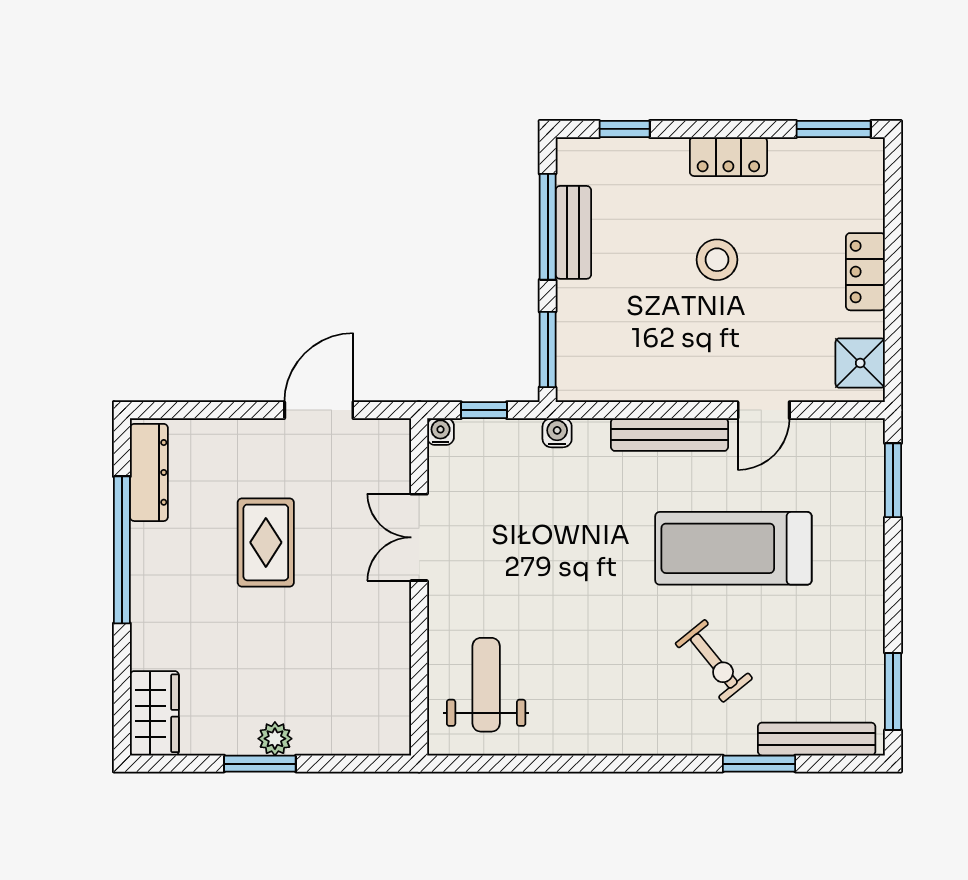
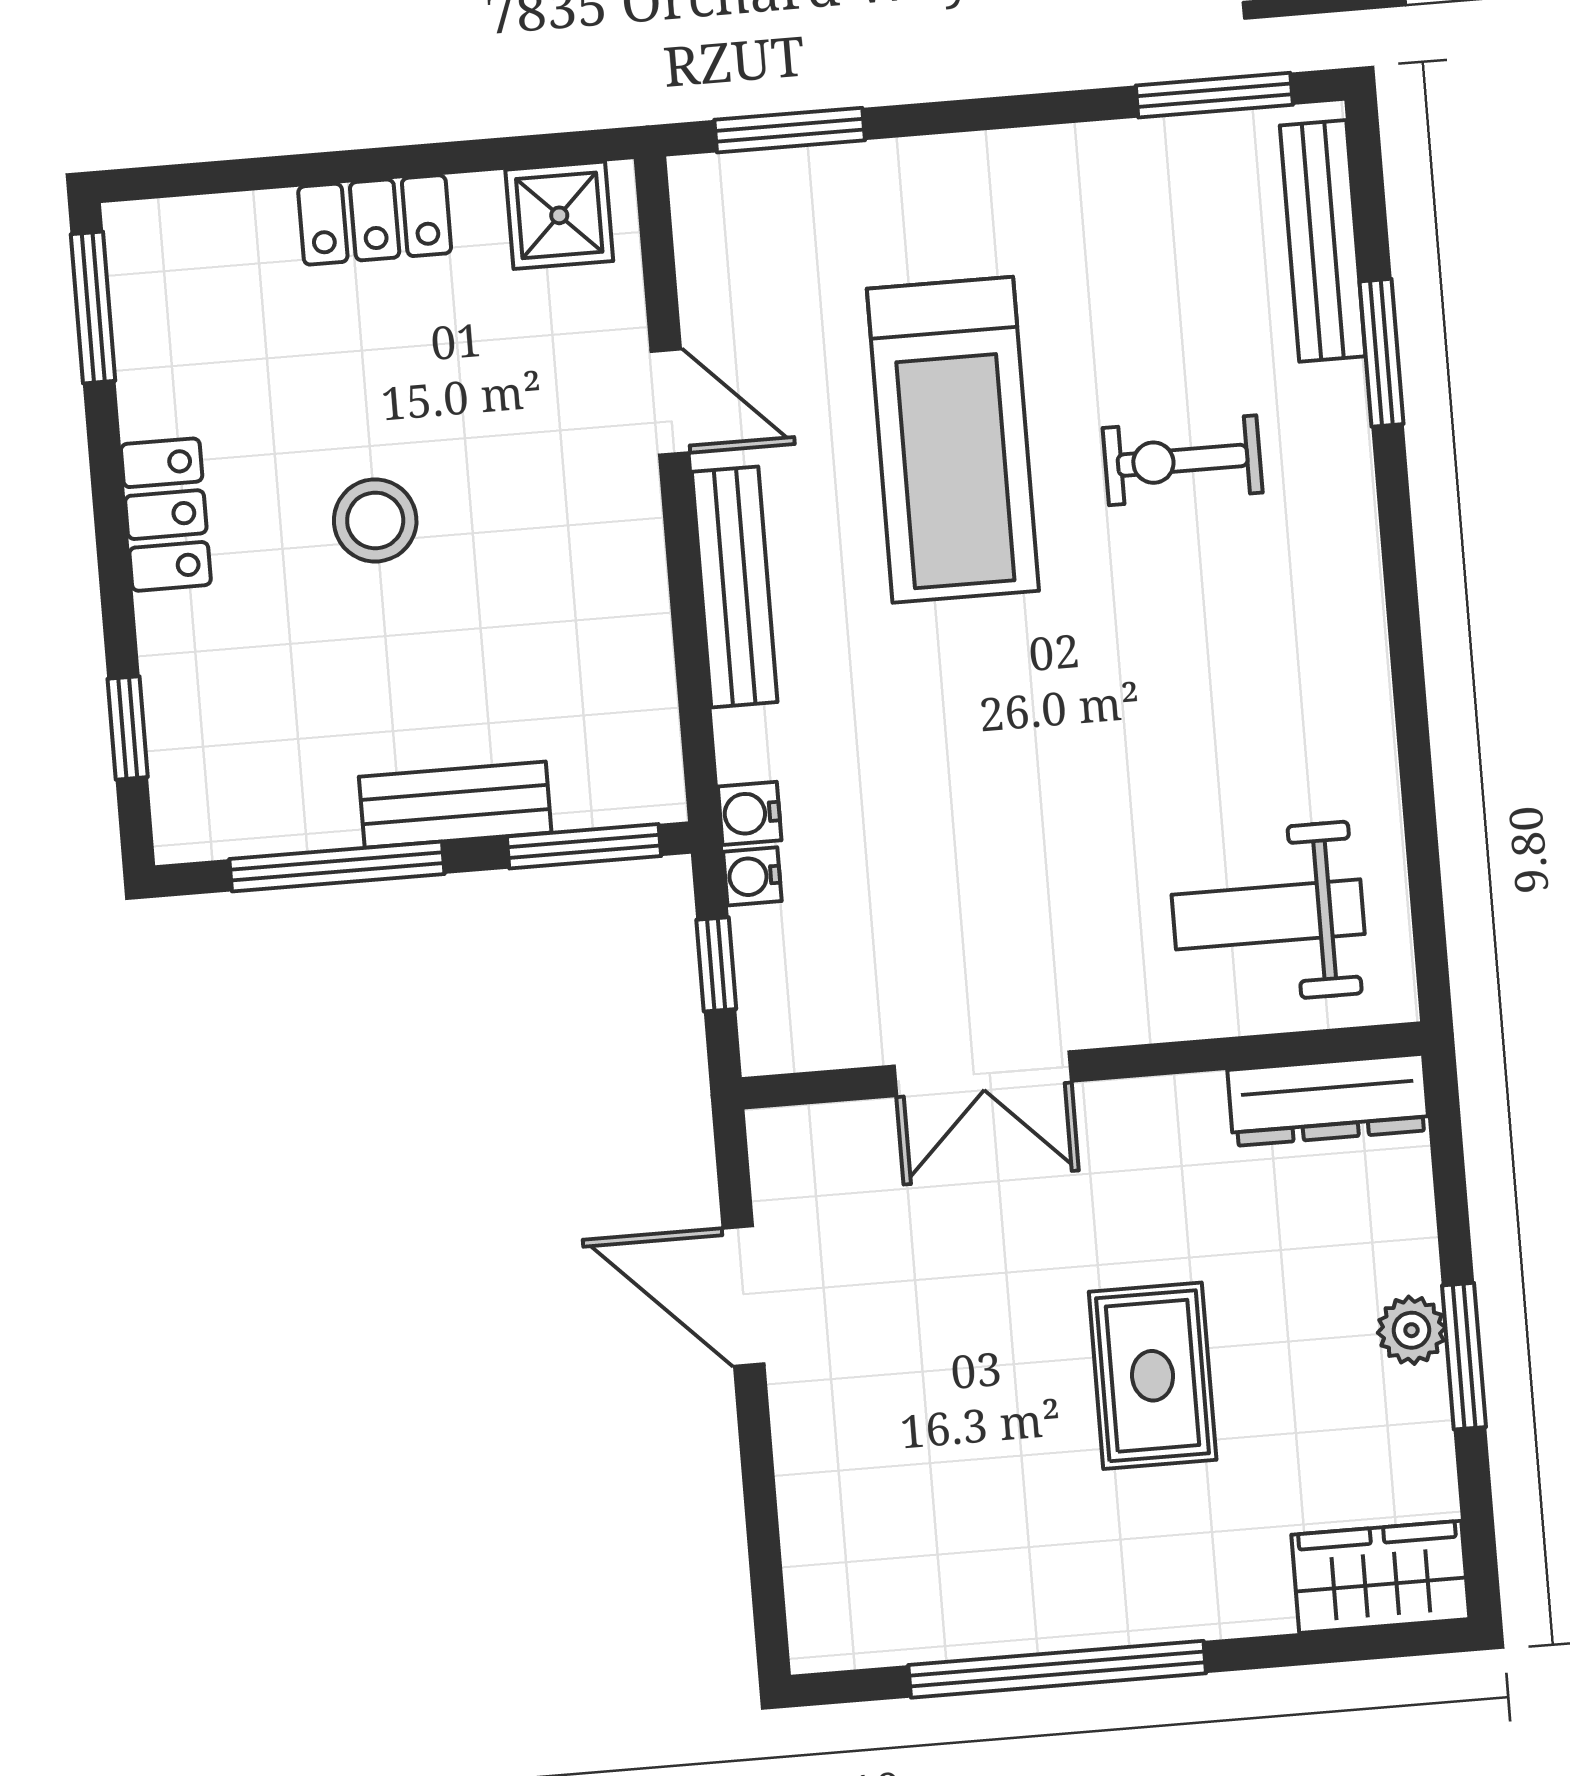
bench: (573, 232) -> (455, 805), moved
water cooler: (441, 432) -> (752, 876), moved
dresser: (149, 472) -> (1328, 1100), moved, turned 180
rug: (266, 542) -> (1153, 1376), moved, turned 90
exercise bike: (714, 661) -> (1183, 460), turned -141

